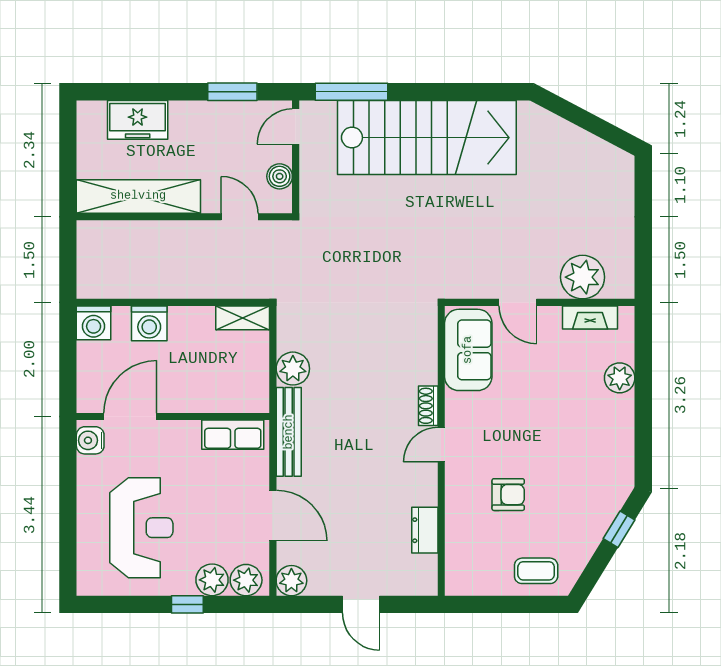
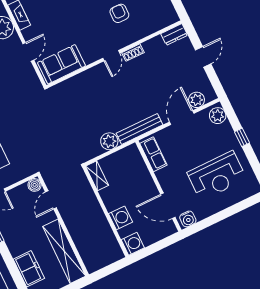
boiler: (280, 176) -> (35, 185), moved
shoe rack: (428, 406) -> (133, 53), moved
door: (441, 445) -> (111, 56), hinge flipped
reception desk: (141, 528) -> (217, 176), turned 180
dresser: (425, 530) -> (174, 34), moved
plant: (212, 580) -> (225, 131), removed
plant: (291, 581) -> (197, 100), moved

